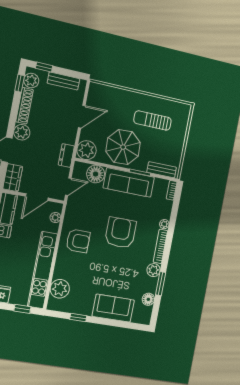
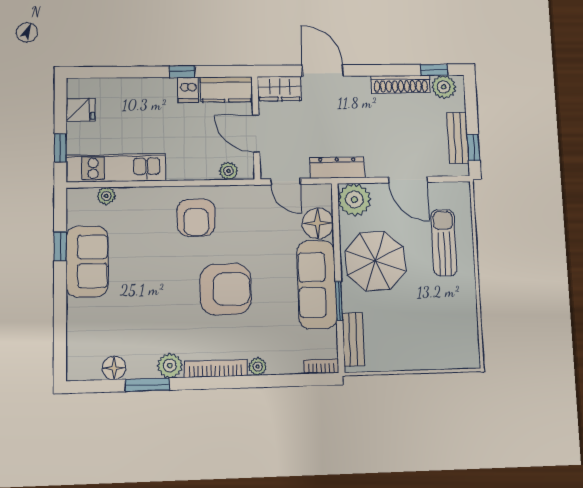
window: (44, 67) -> (474, 147), moved
sun lounger: (153, 121) -> (444, 243), moved
plant: (22, 132) -> (357, 88), removed
dresser: (66, 155) -> (337, 168), width x1.44
kitchen unit: (42, 270) -> (116, 168), width x0.73
plant: (60, 289) -> (106, 196), width x0.53, depth x0.53
sofa: (113, 308) -> (87, 261), moved

